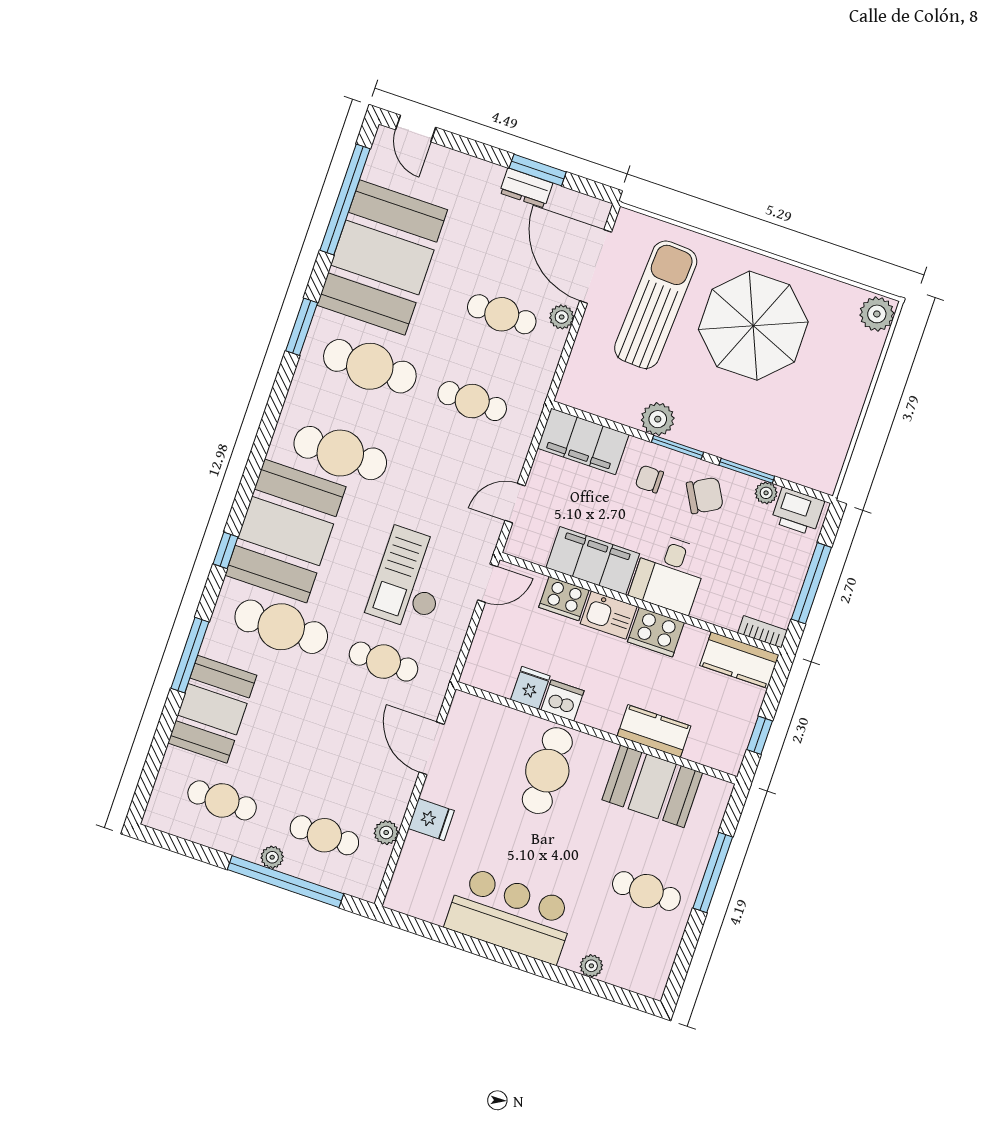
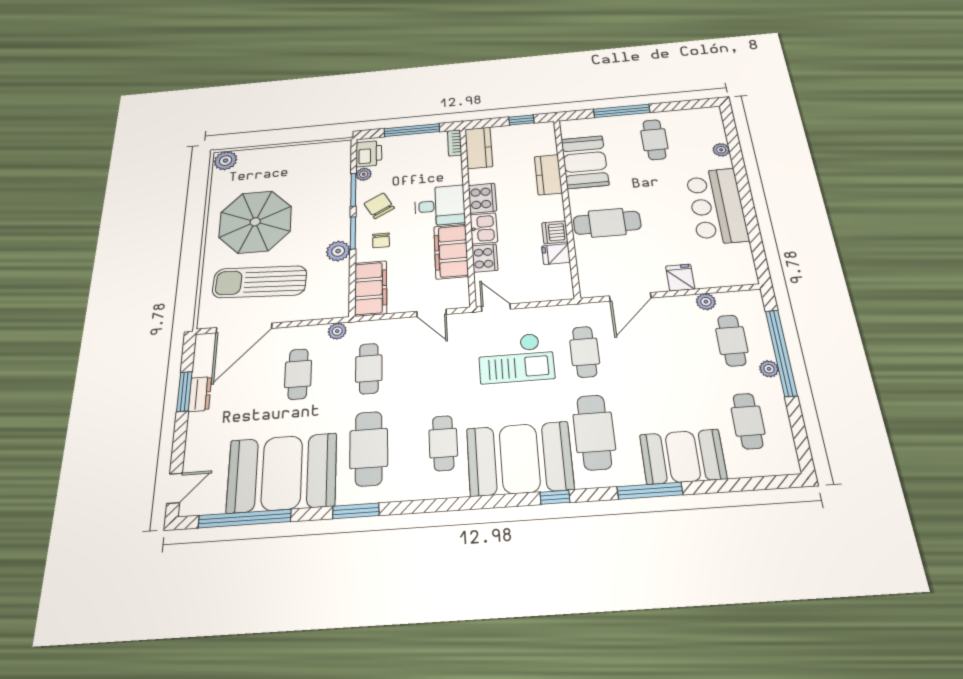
plant: (562, 317) -> (337, 331), moved
cafe table: (340, 453) -> (443, 443), width x0.73, depth x0.74

